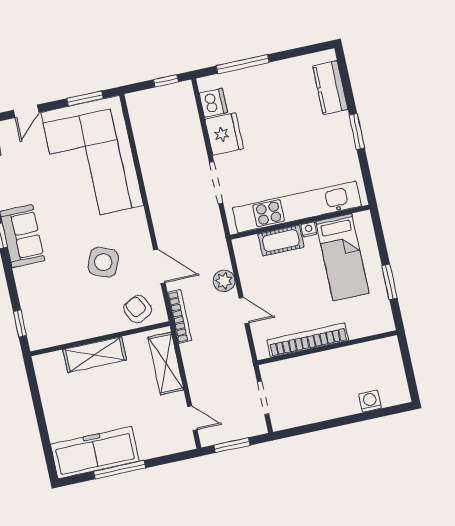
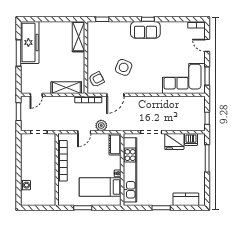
corner sofa: (92, 159) -> (184, 79), width x0.73, depth x0.74
cot: (281, 241) -> (115, 144), moved
shelving: (95, 355) -> (78, 37), moved

